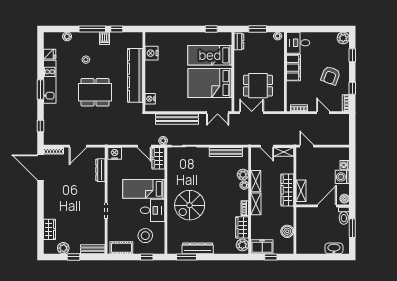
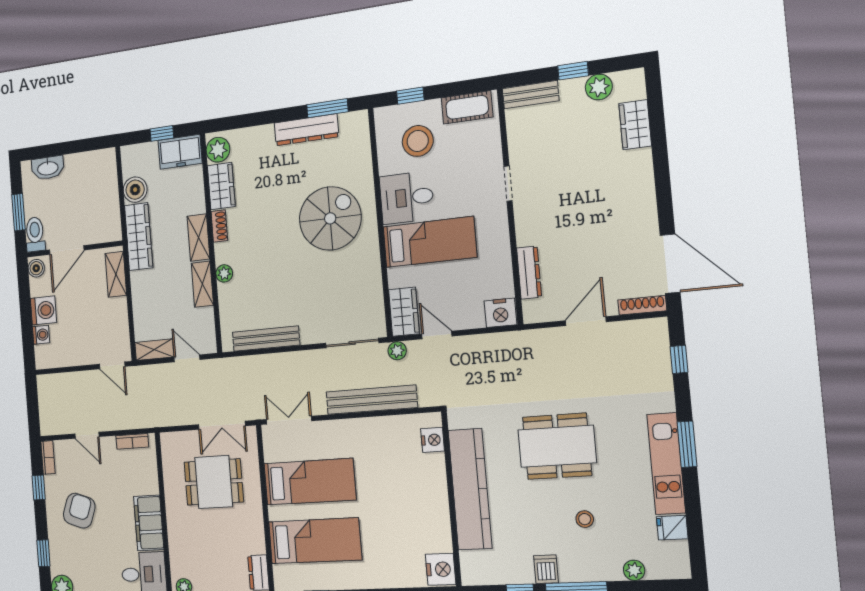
nightstand: (152, 53) -> (441, 569), moved
bed: (210, 83) -> (310, 482), width x0.67
plant: (243, 175) -> (228, 295), removed
wardrobe: (287, 190) -> (139, 237), moved

